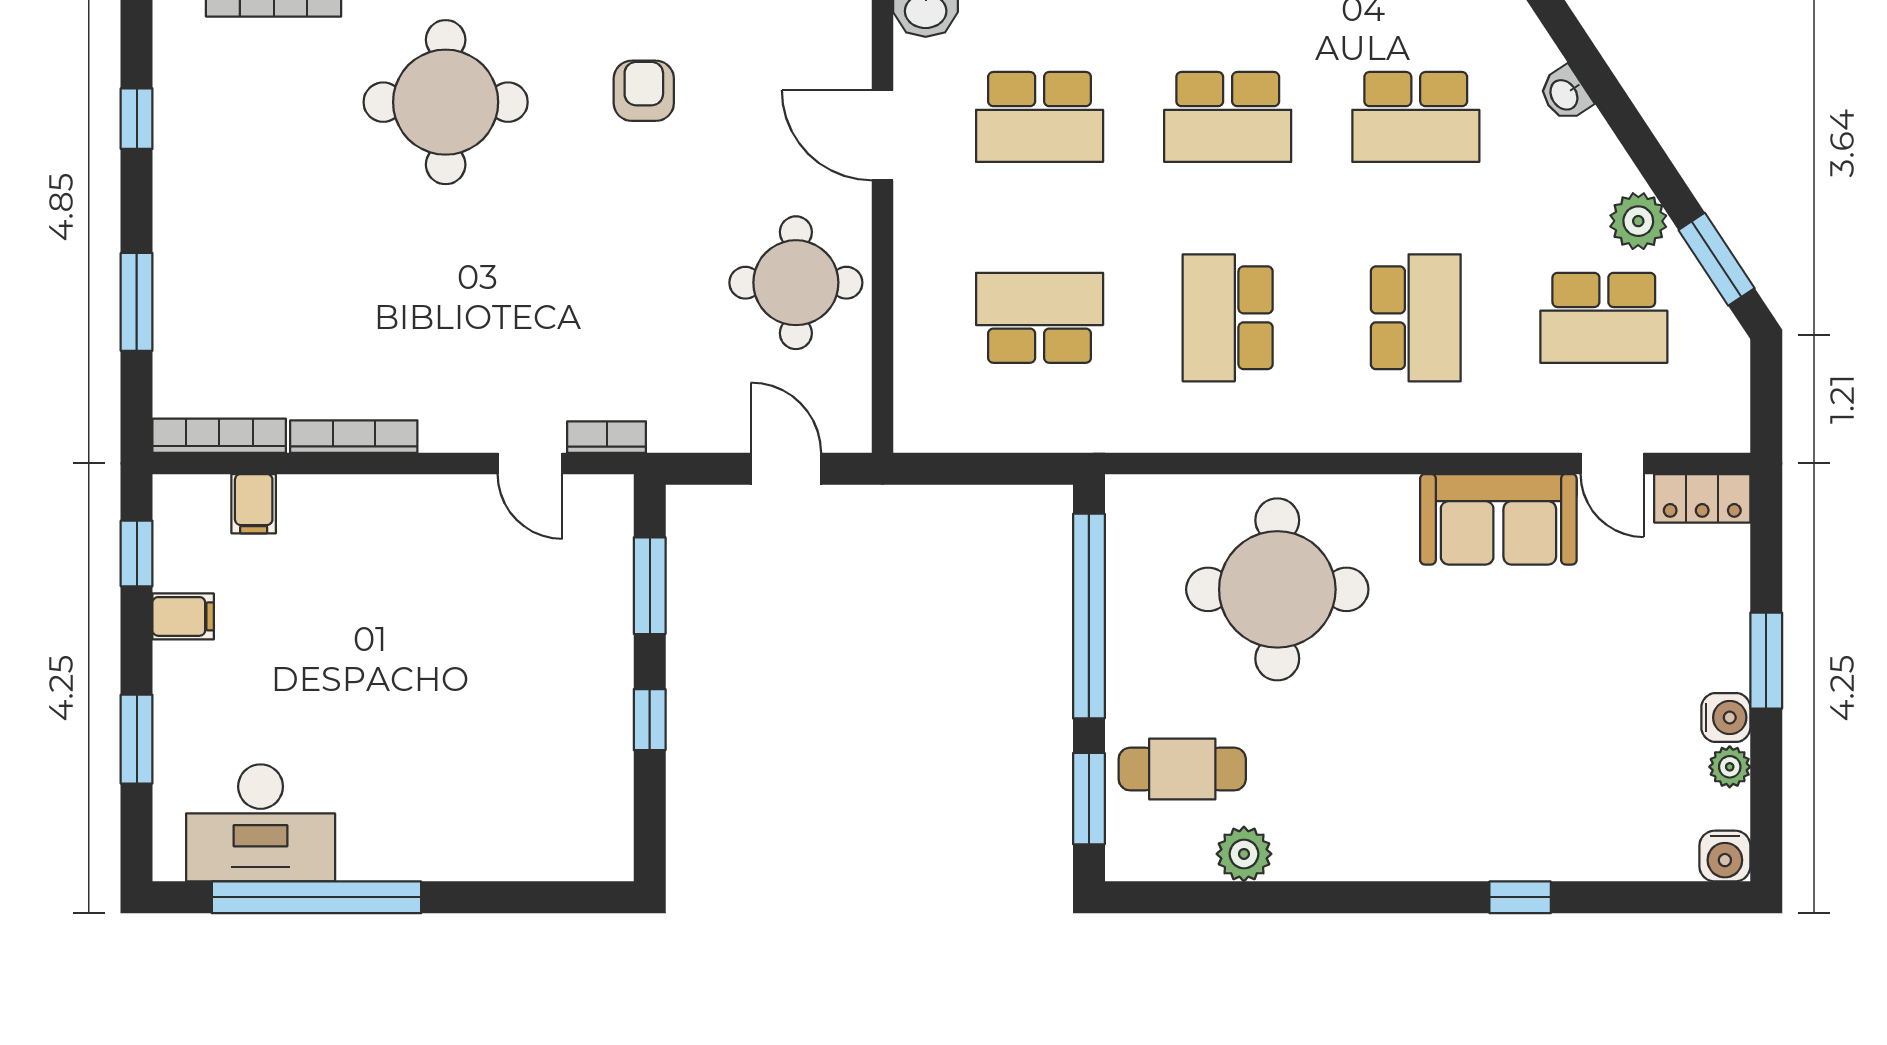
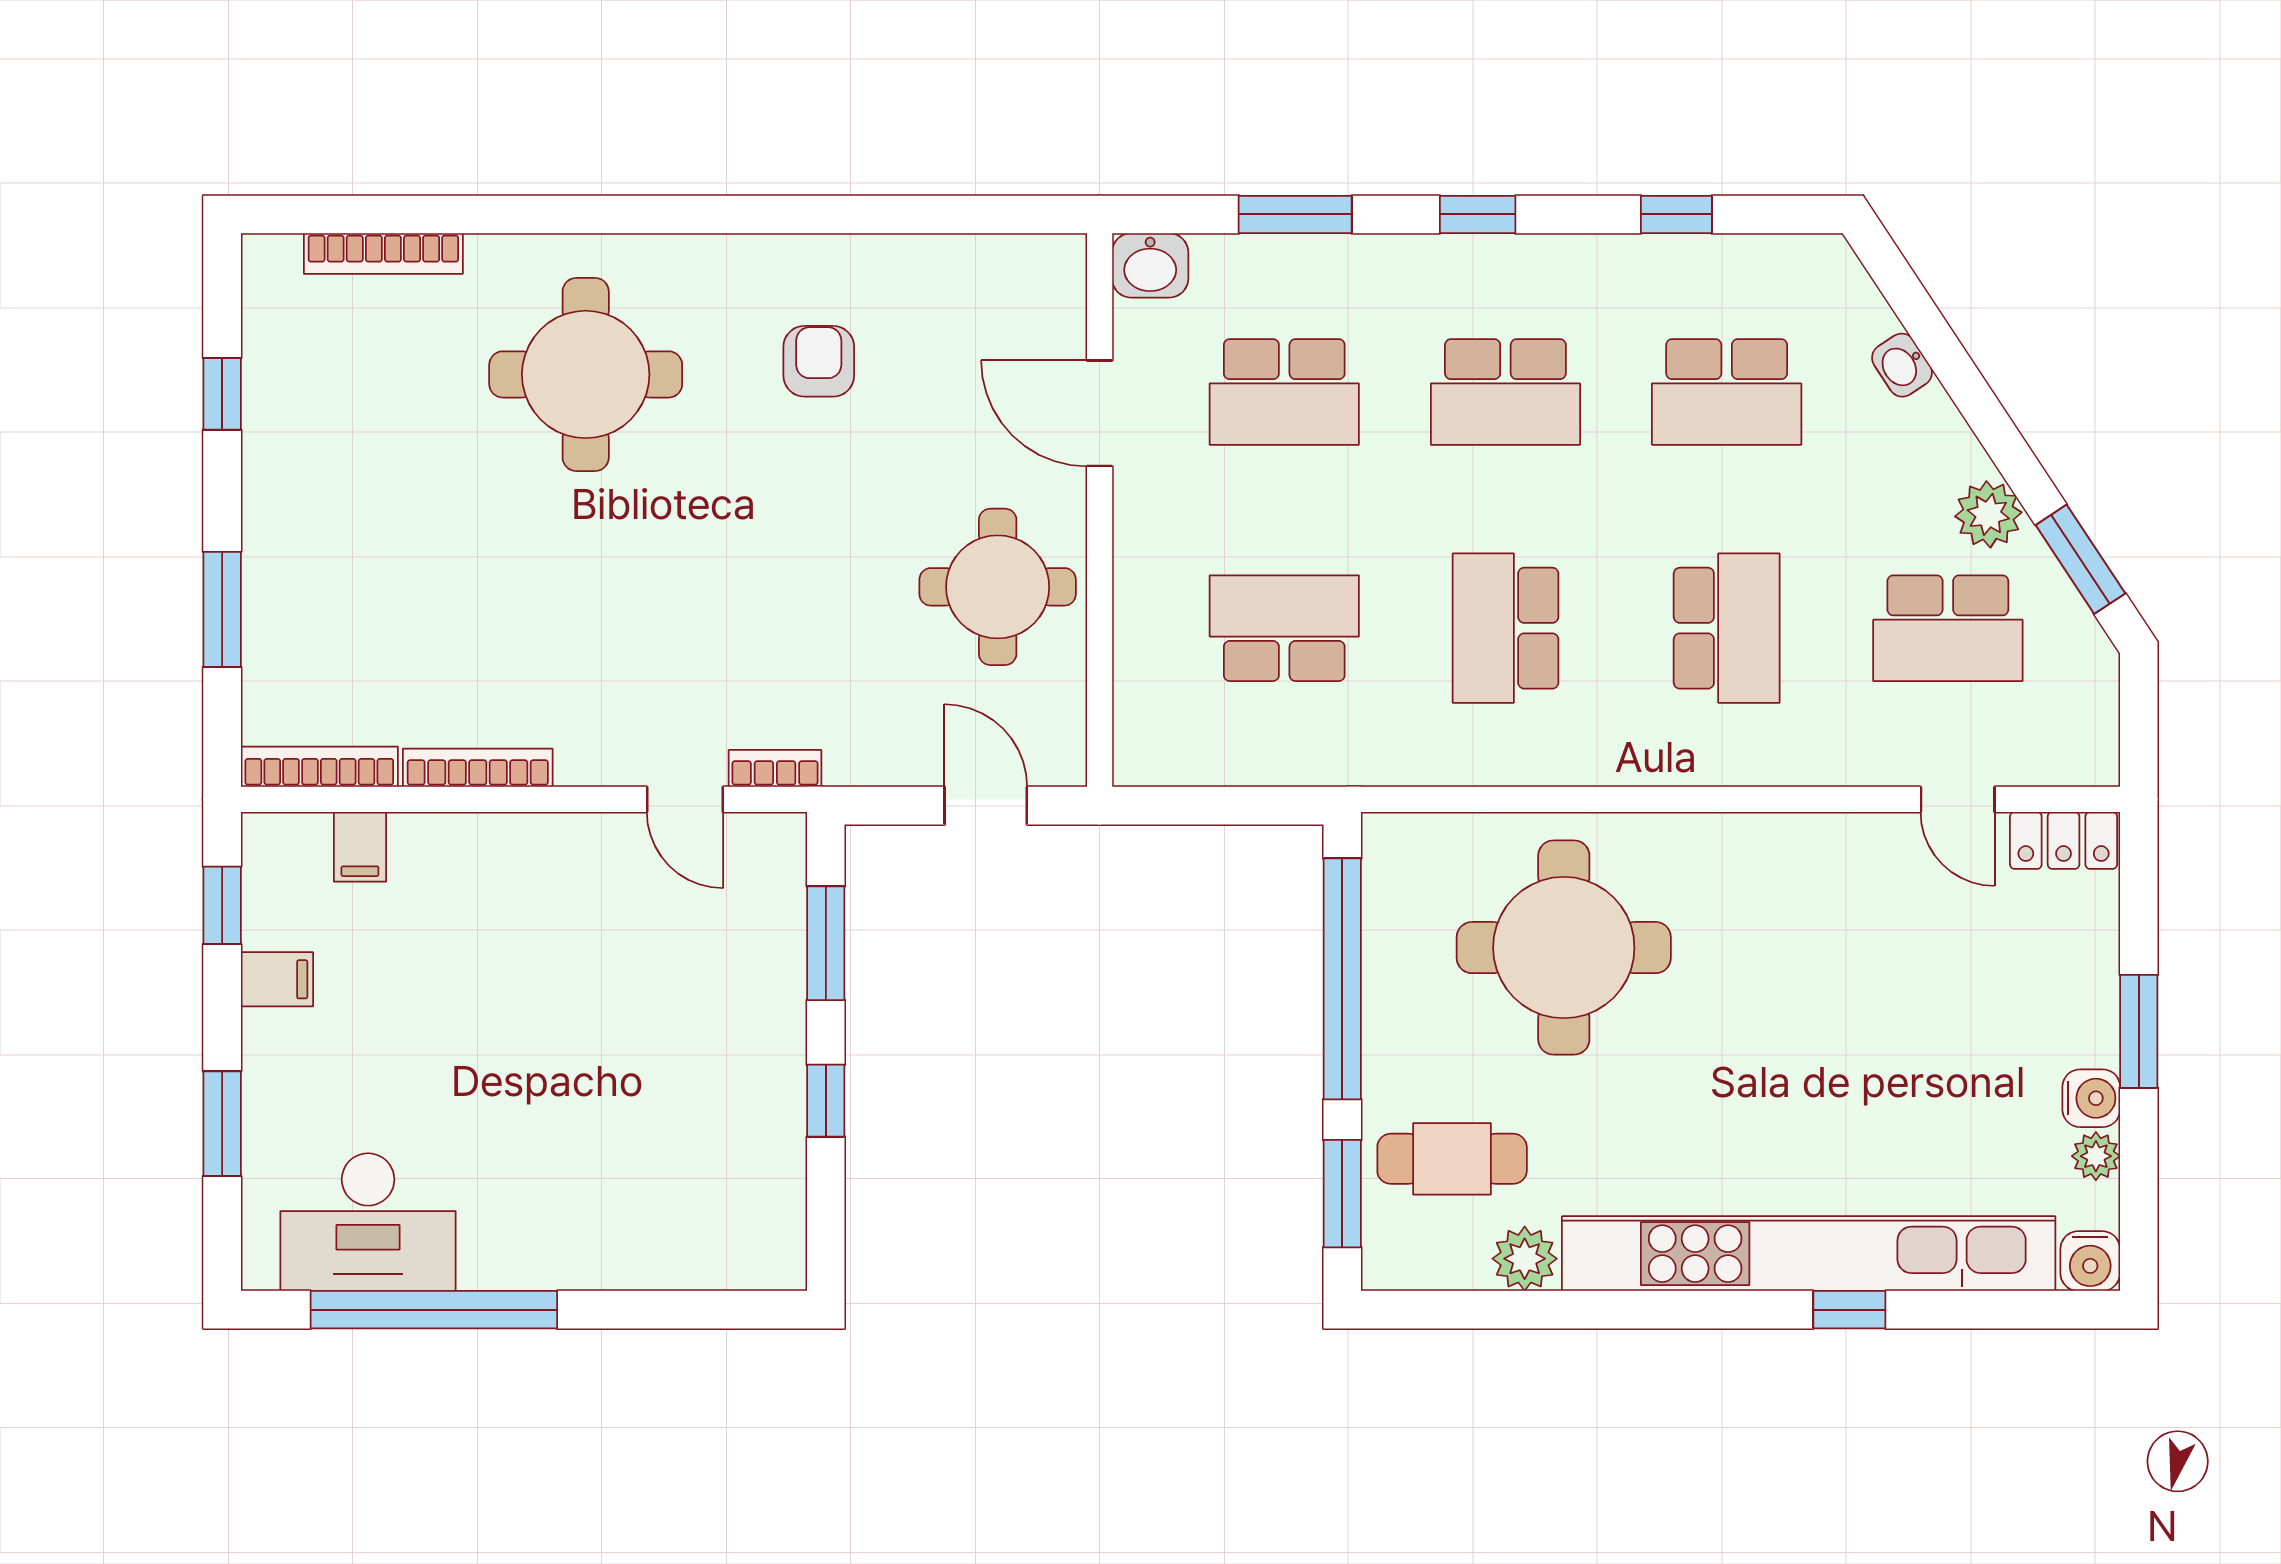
sofa: (1498, 519) -> (1824, 865), removed
kitchen unit: (1485, 850) -> (1809, 1254), added

